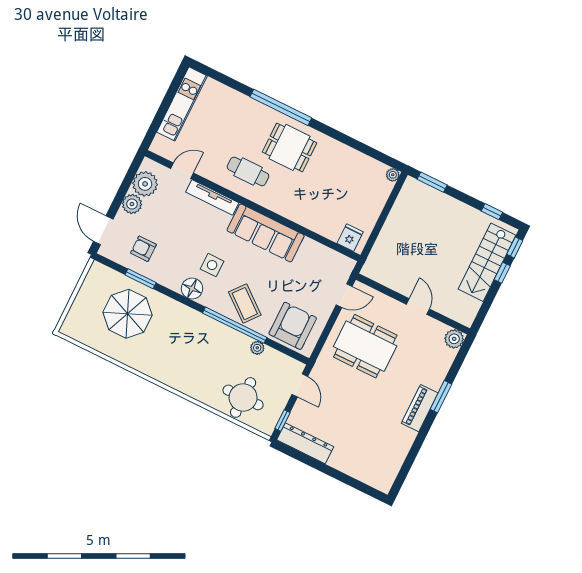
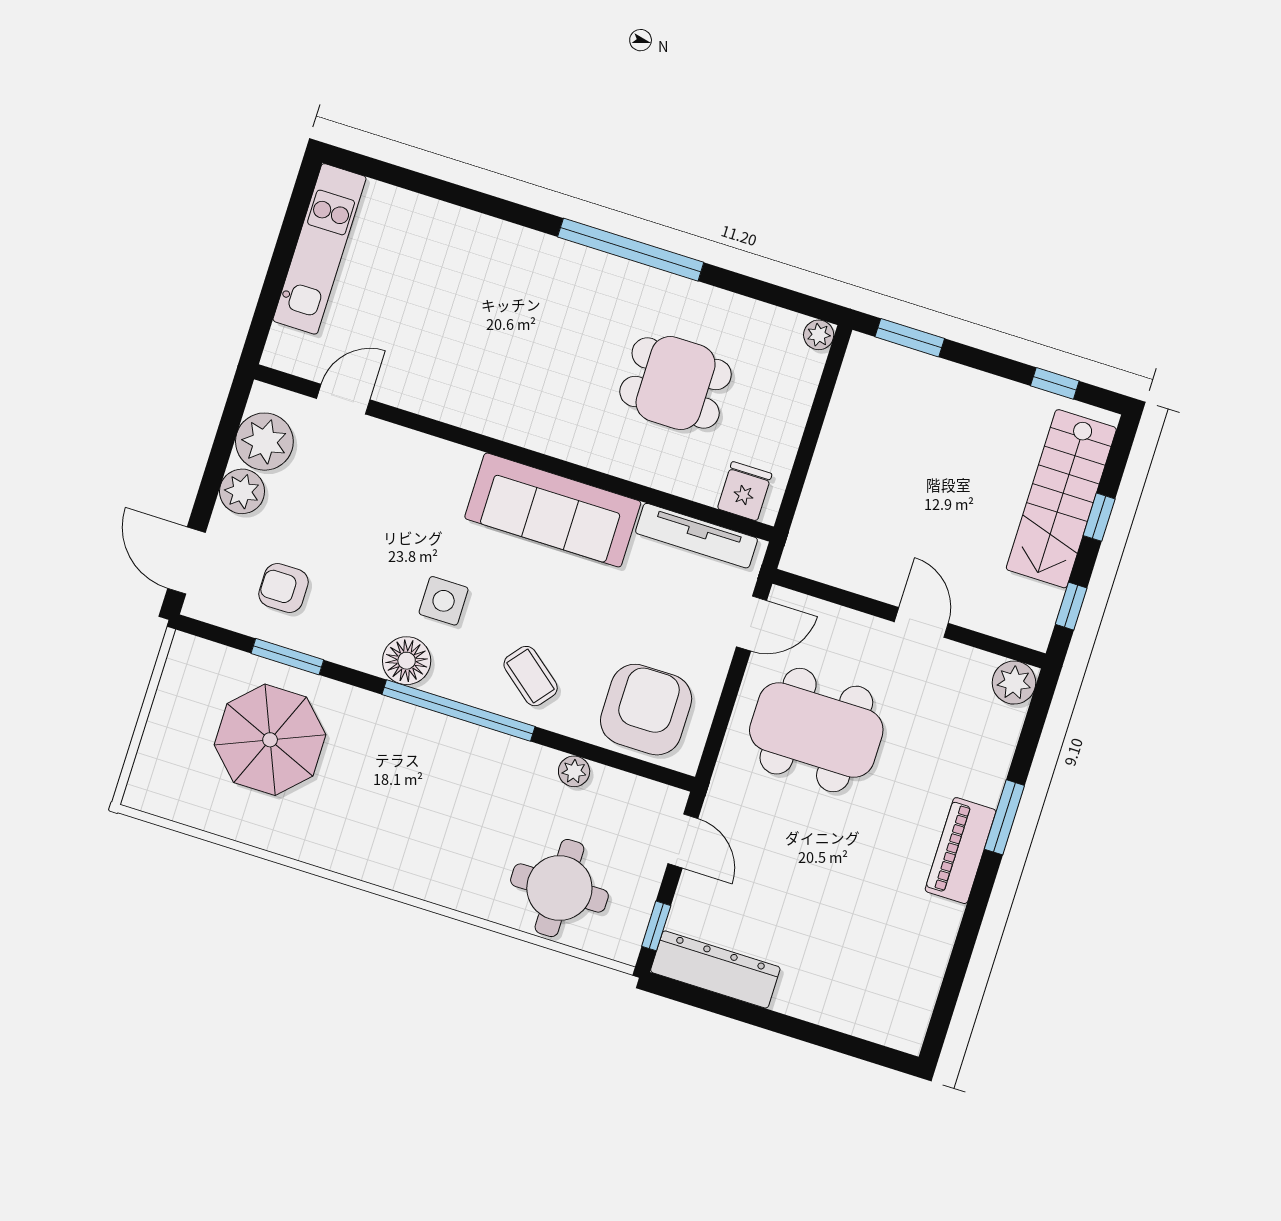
window: (281, 107) -> (631, 250), moved
dining table: (290, 147) -> (676, 383), moved
cafe table: (248, 171) -> (492, 378), removed
tv unit: (212, 197) -> (696, 536), moved
window: (515, 247) -> (1071, 606), moved
coffee table: (245, 304) -> (531, 676), width x0.73, depth x0.77
window: (235, 325) -> (459, 710), moved

